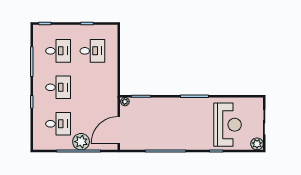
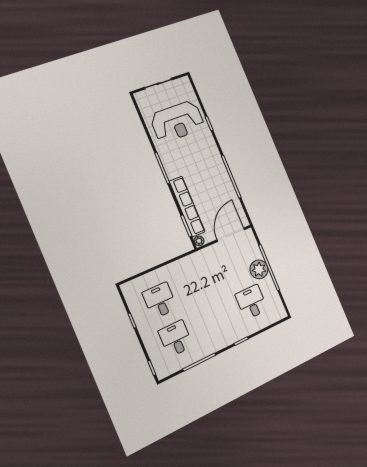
desk: (58, 87) -> (214, 320), removed
row of seats: (156, 104) -> (187, 207), added
reception desk: (228, 125) -> (177, 122), turned 180
door: (119, 130) -> (231, 235), swing flipped
plant: (257, 144) -> (184, 83), removed

